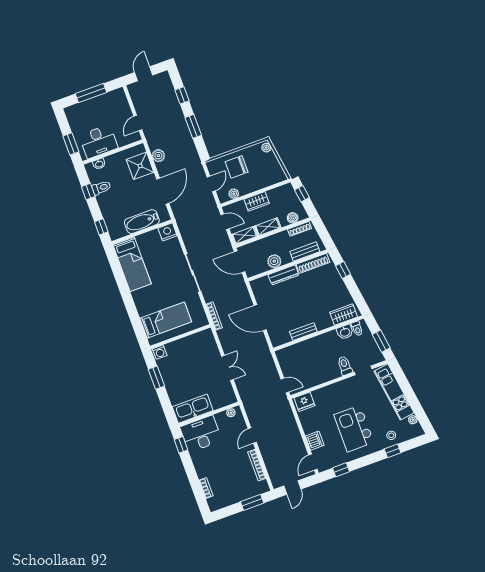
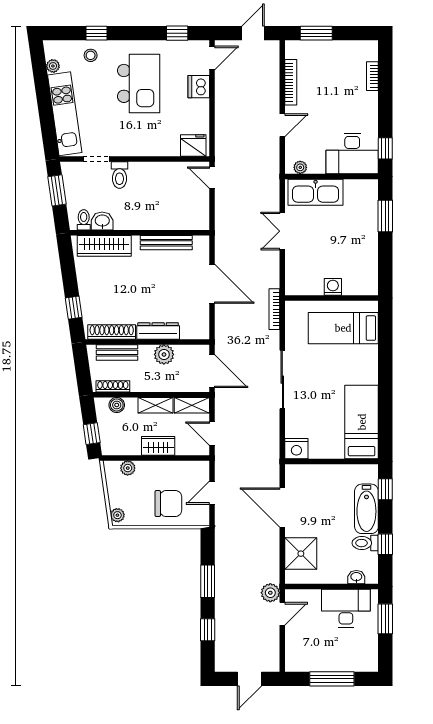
plant: (158, 156) -> (270, 593), moved
door: (163, 191) -> (282, 507), hinge flipped
plant: (234, 194) -> (128, 468), moved
bathtub: (142, 222) -> (366, 509), moved, turned 90
wardrobe: (344, 315) -> (104, 246), width x1.50
bench: (303, 332) -> (166, 243), width x1.36
washing machine: (160, 352) -> (333, 287), moved
window: (156, 378) -> (385, 216), moved
kitchen sink: (193, 409) -> (316, 192), moved

